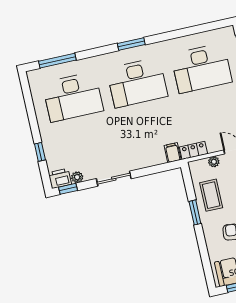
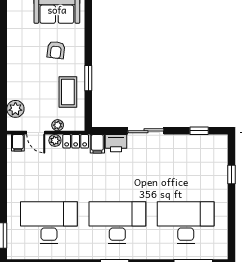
plant: (77, 177) -> (55, 140), moved
printer: (60, 178) -> (116, 143), moved
sliding door: (114, 179) -> (146, 131), moved
window: (68, 189) -> (199, 131), moved

